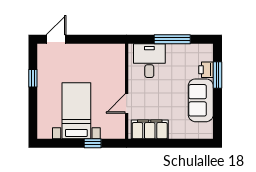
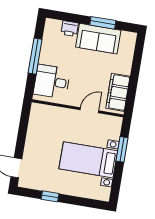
window: (218, 75) -> (103, 23), moved
door: (127, 104) -> (89, 110), swing flipped
window: (93, 143) -> (122, 149), width x1.50

